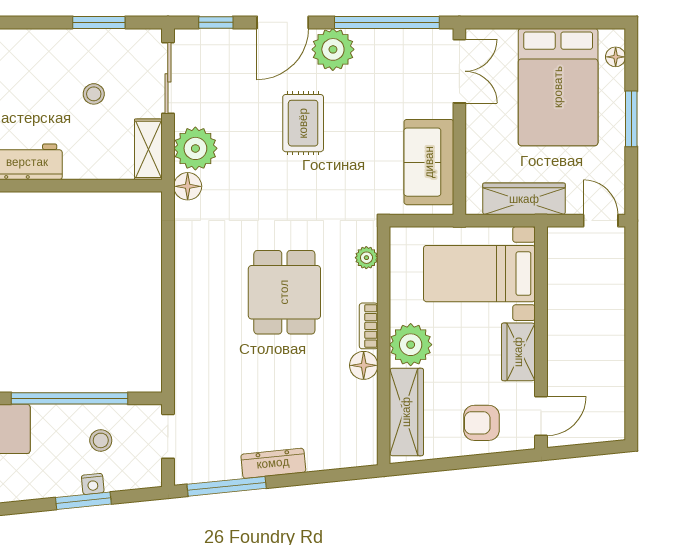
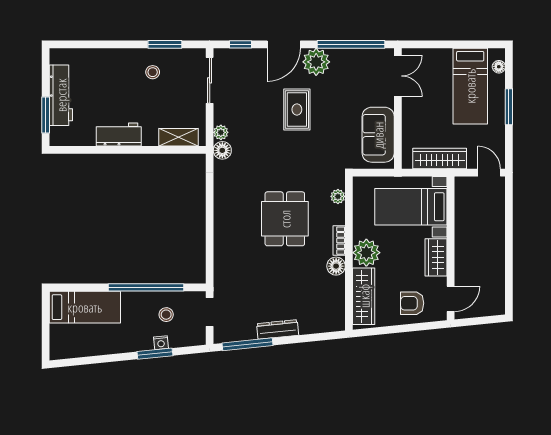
bed: (558, 87) -> (470, 86), width x0.67
stool: (94, 94) -> (153, 72), moved
plant: (195, 148) -> (221, 132), width x0.53, depth x0.53
shelving: (148, 149) -> (179, 137), moved, turned 90

